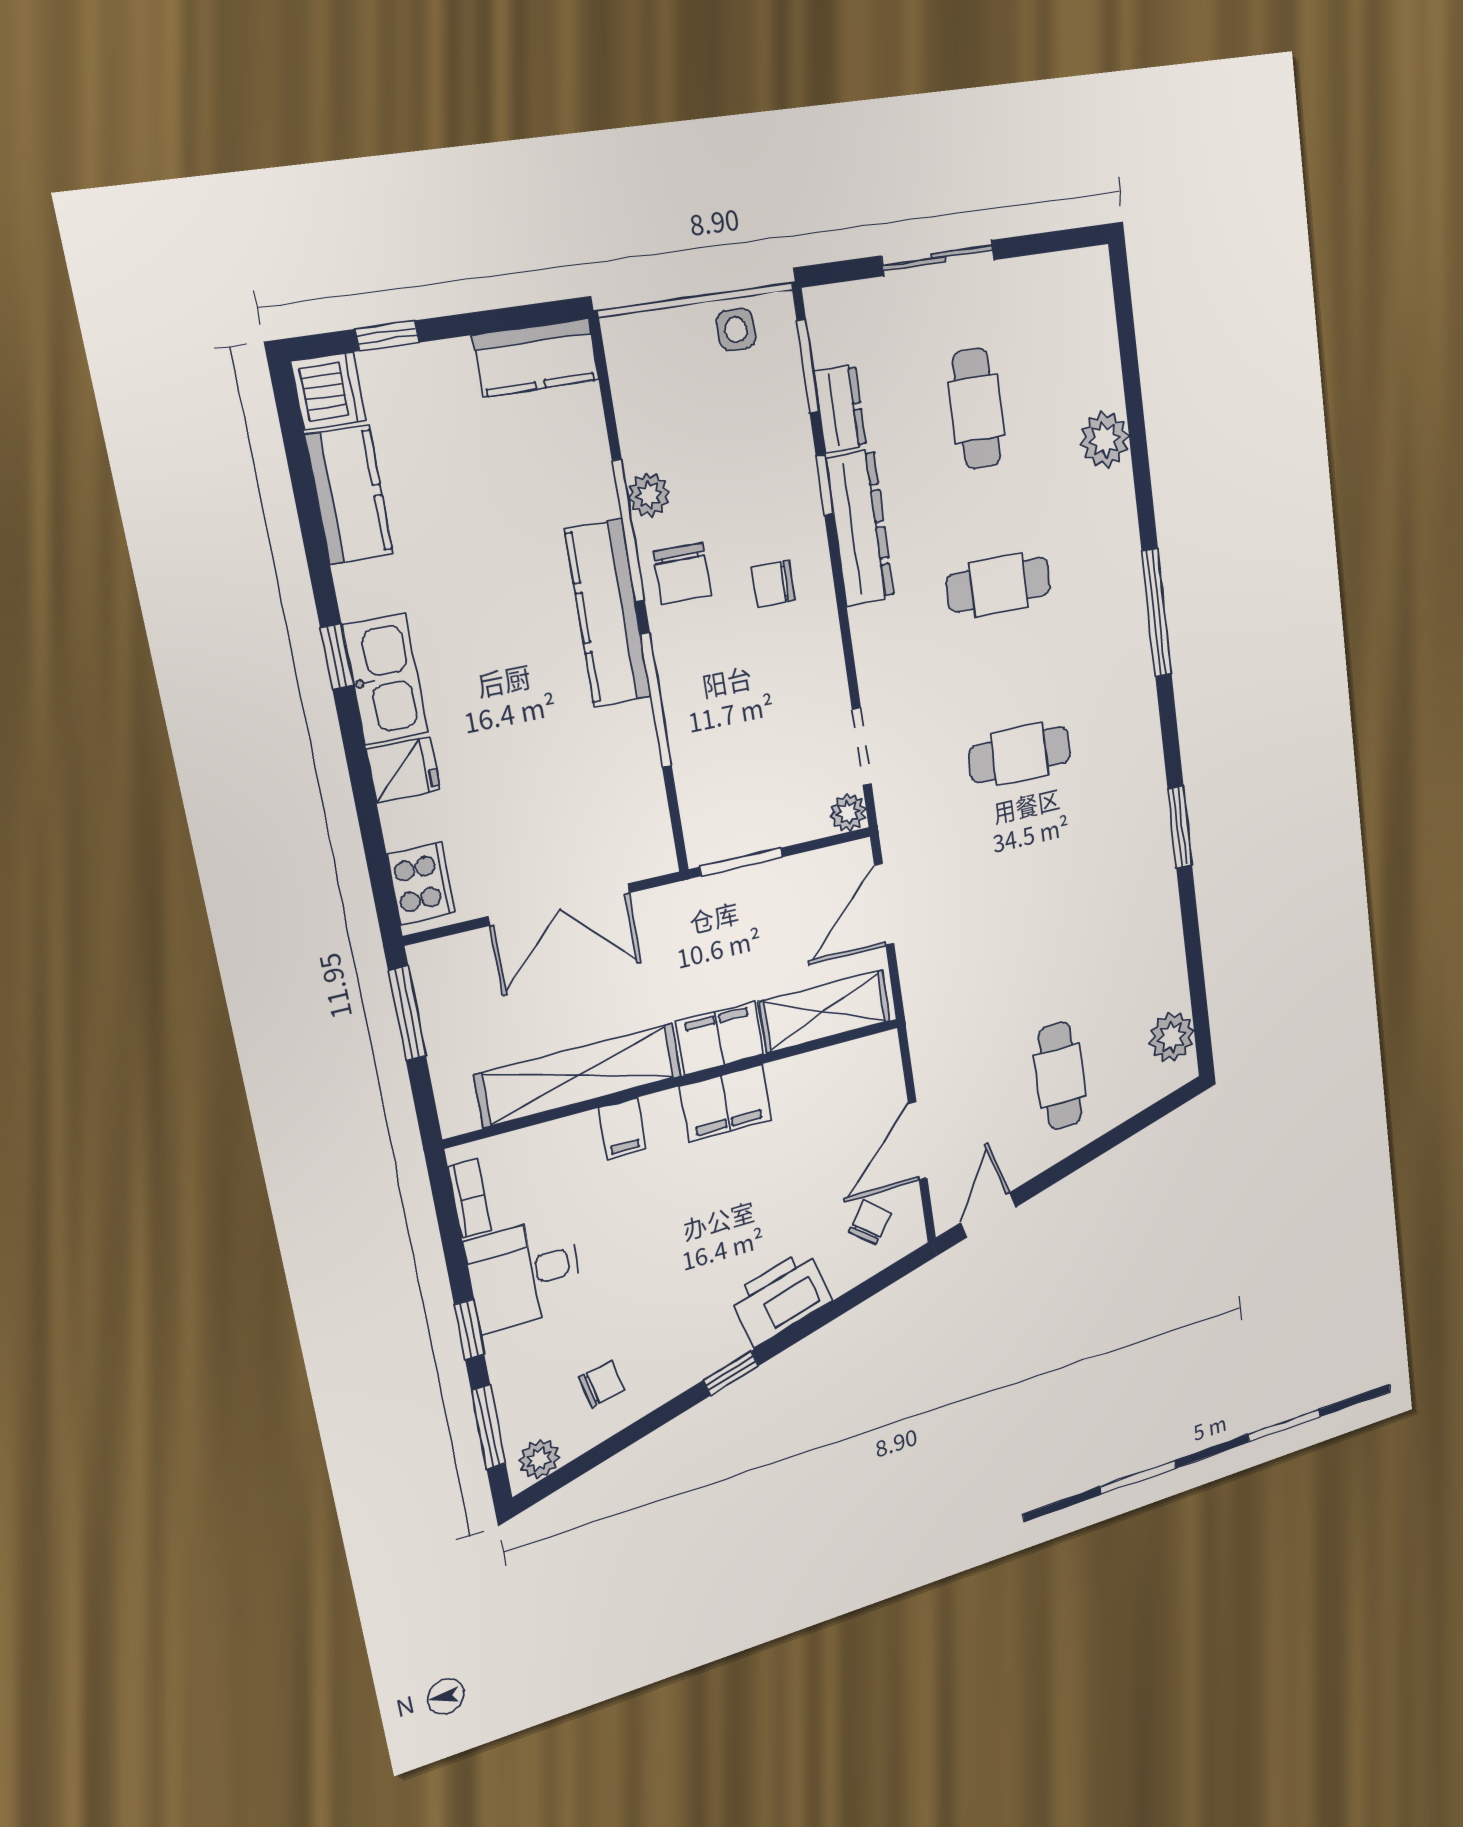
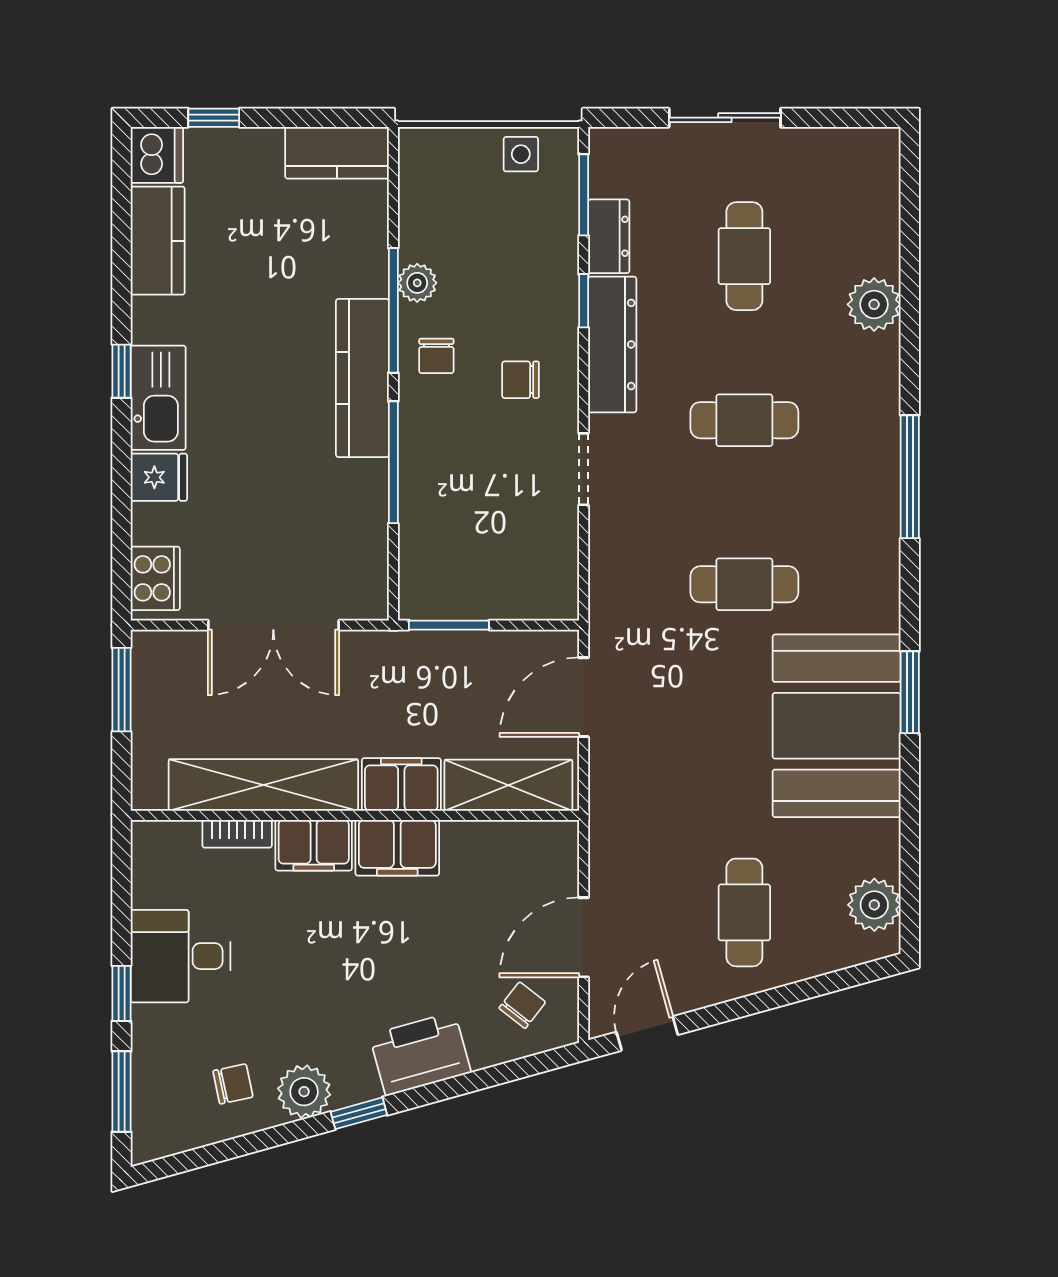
chair: (682, 574) -> (436, 356), width x0.73, depth x0.73
doorway: (862, 747) -> (584, 469), moved
plant: (848, 812) -> (561, 602), removed
booth: (1120, 875) -> (837, 726), added
filing cabinet: (622, 1129) -> (314, 845), width x2.00
bookcase: (470, 1198) -> (237, 834), moved, turned 90
plant: (539, 1459) -> (304, 1092), moved, width x1.38, depth x1.38

